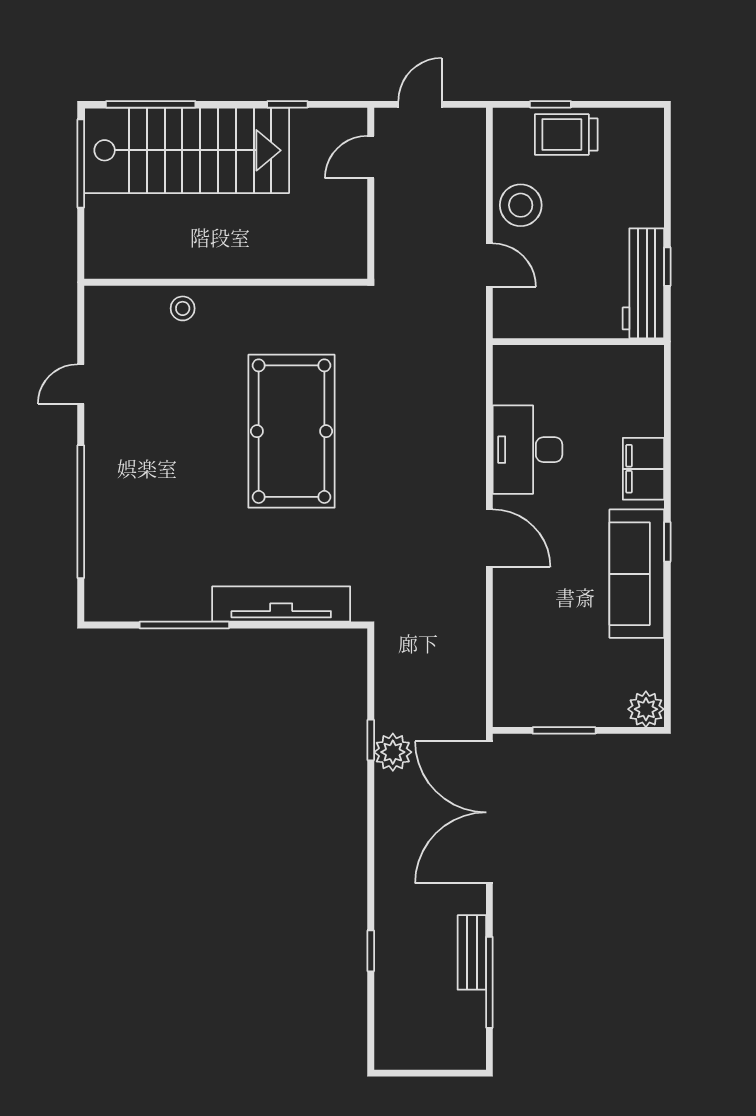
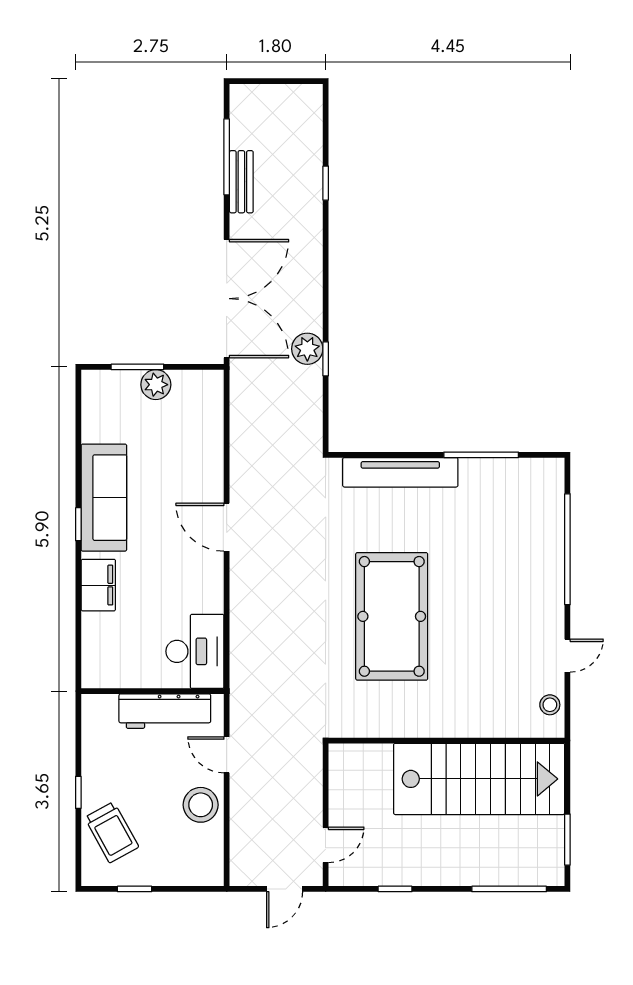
window: (550, 104) -> (135, 889), moved
trolley: (566, 134) -> (112, 832), moved, turned 61
stairs: (187, 150) -> (479, 779), moved, turned 180
window: (81, 164) -> (567, 840), width x0.69
window: (667, 267) -> (78, 792), moved
workbench: (643, 283) -> (165, 711), moved, turned 90
stool: (183, 308) -> (550, 705), moved
desk: (527, 450) -> (195, 651), moved
plant: (646, 709) -> (156, 385), moved
window: (564, 730) -> (137, 367), moved

